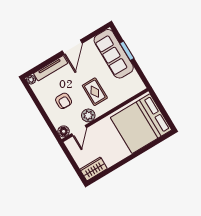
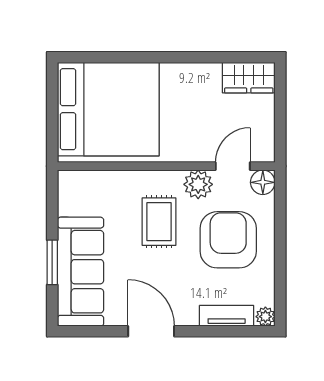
door: (72, 47) -> (151, 331), hinge flipped
tv unit: (51, 68) -> (227, 316), width x0.71
armchair: (64, 101) -> (228, 240), width x1.88, depth x1.88

